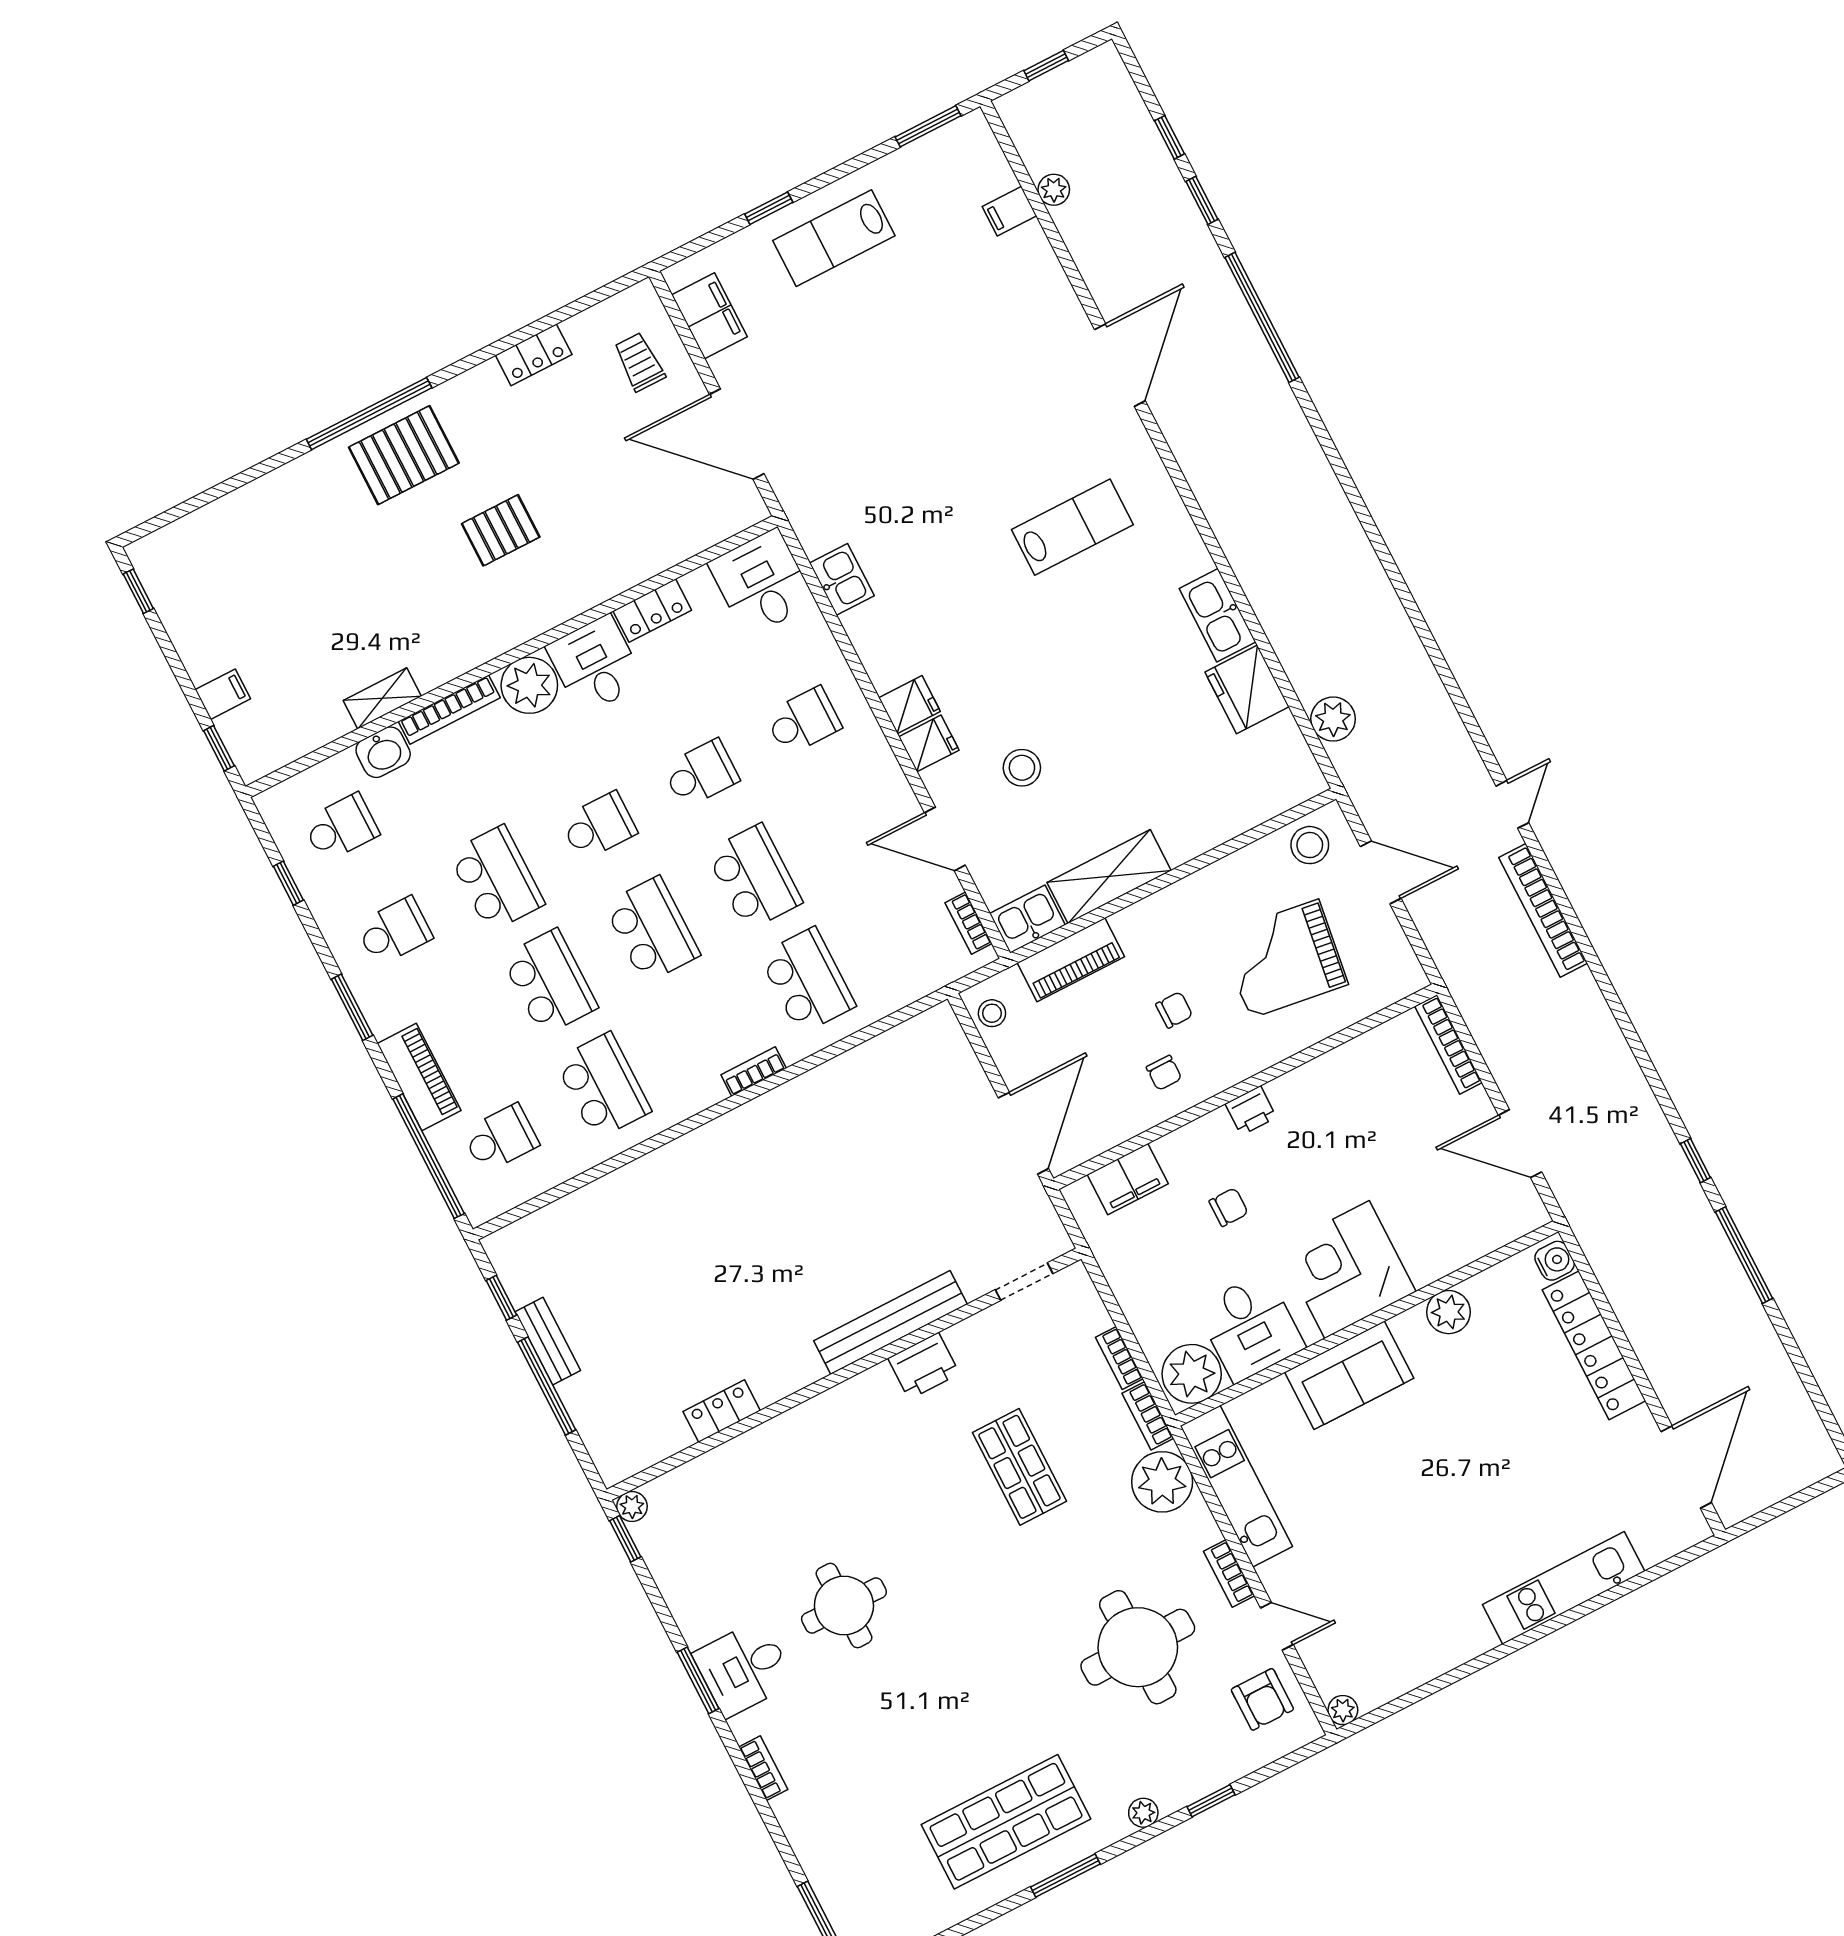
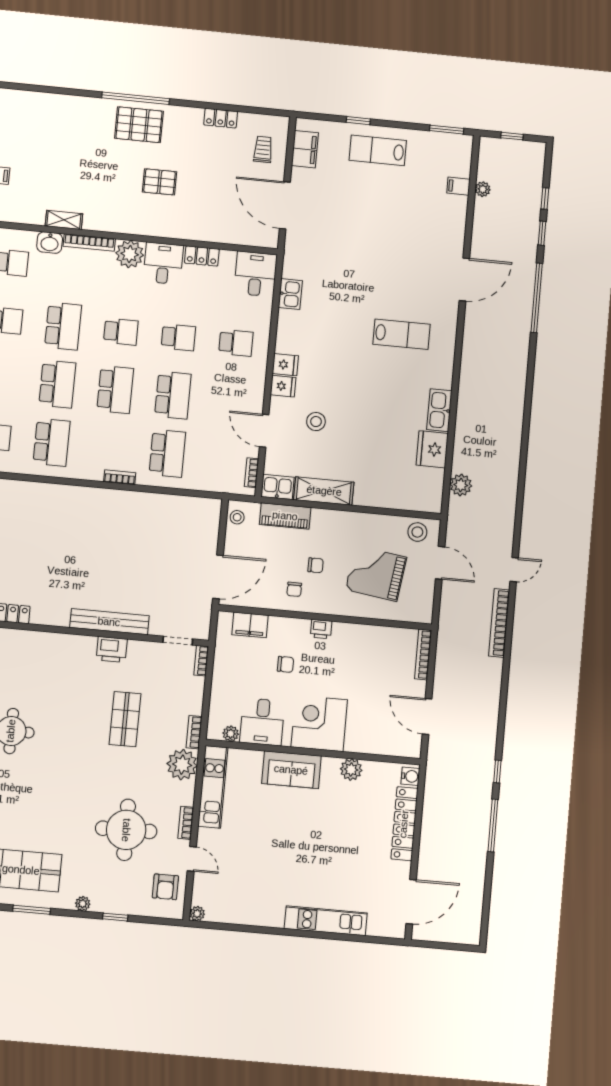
bookcase: (1119, 1358) -> (201, 661), moved
plant: (1192, 1374) -> (231, 734), width x0.53, depth x0.53

